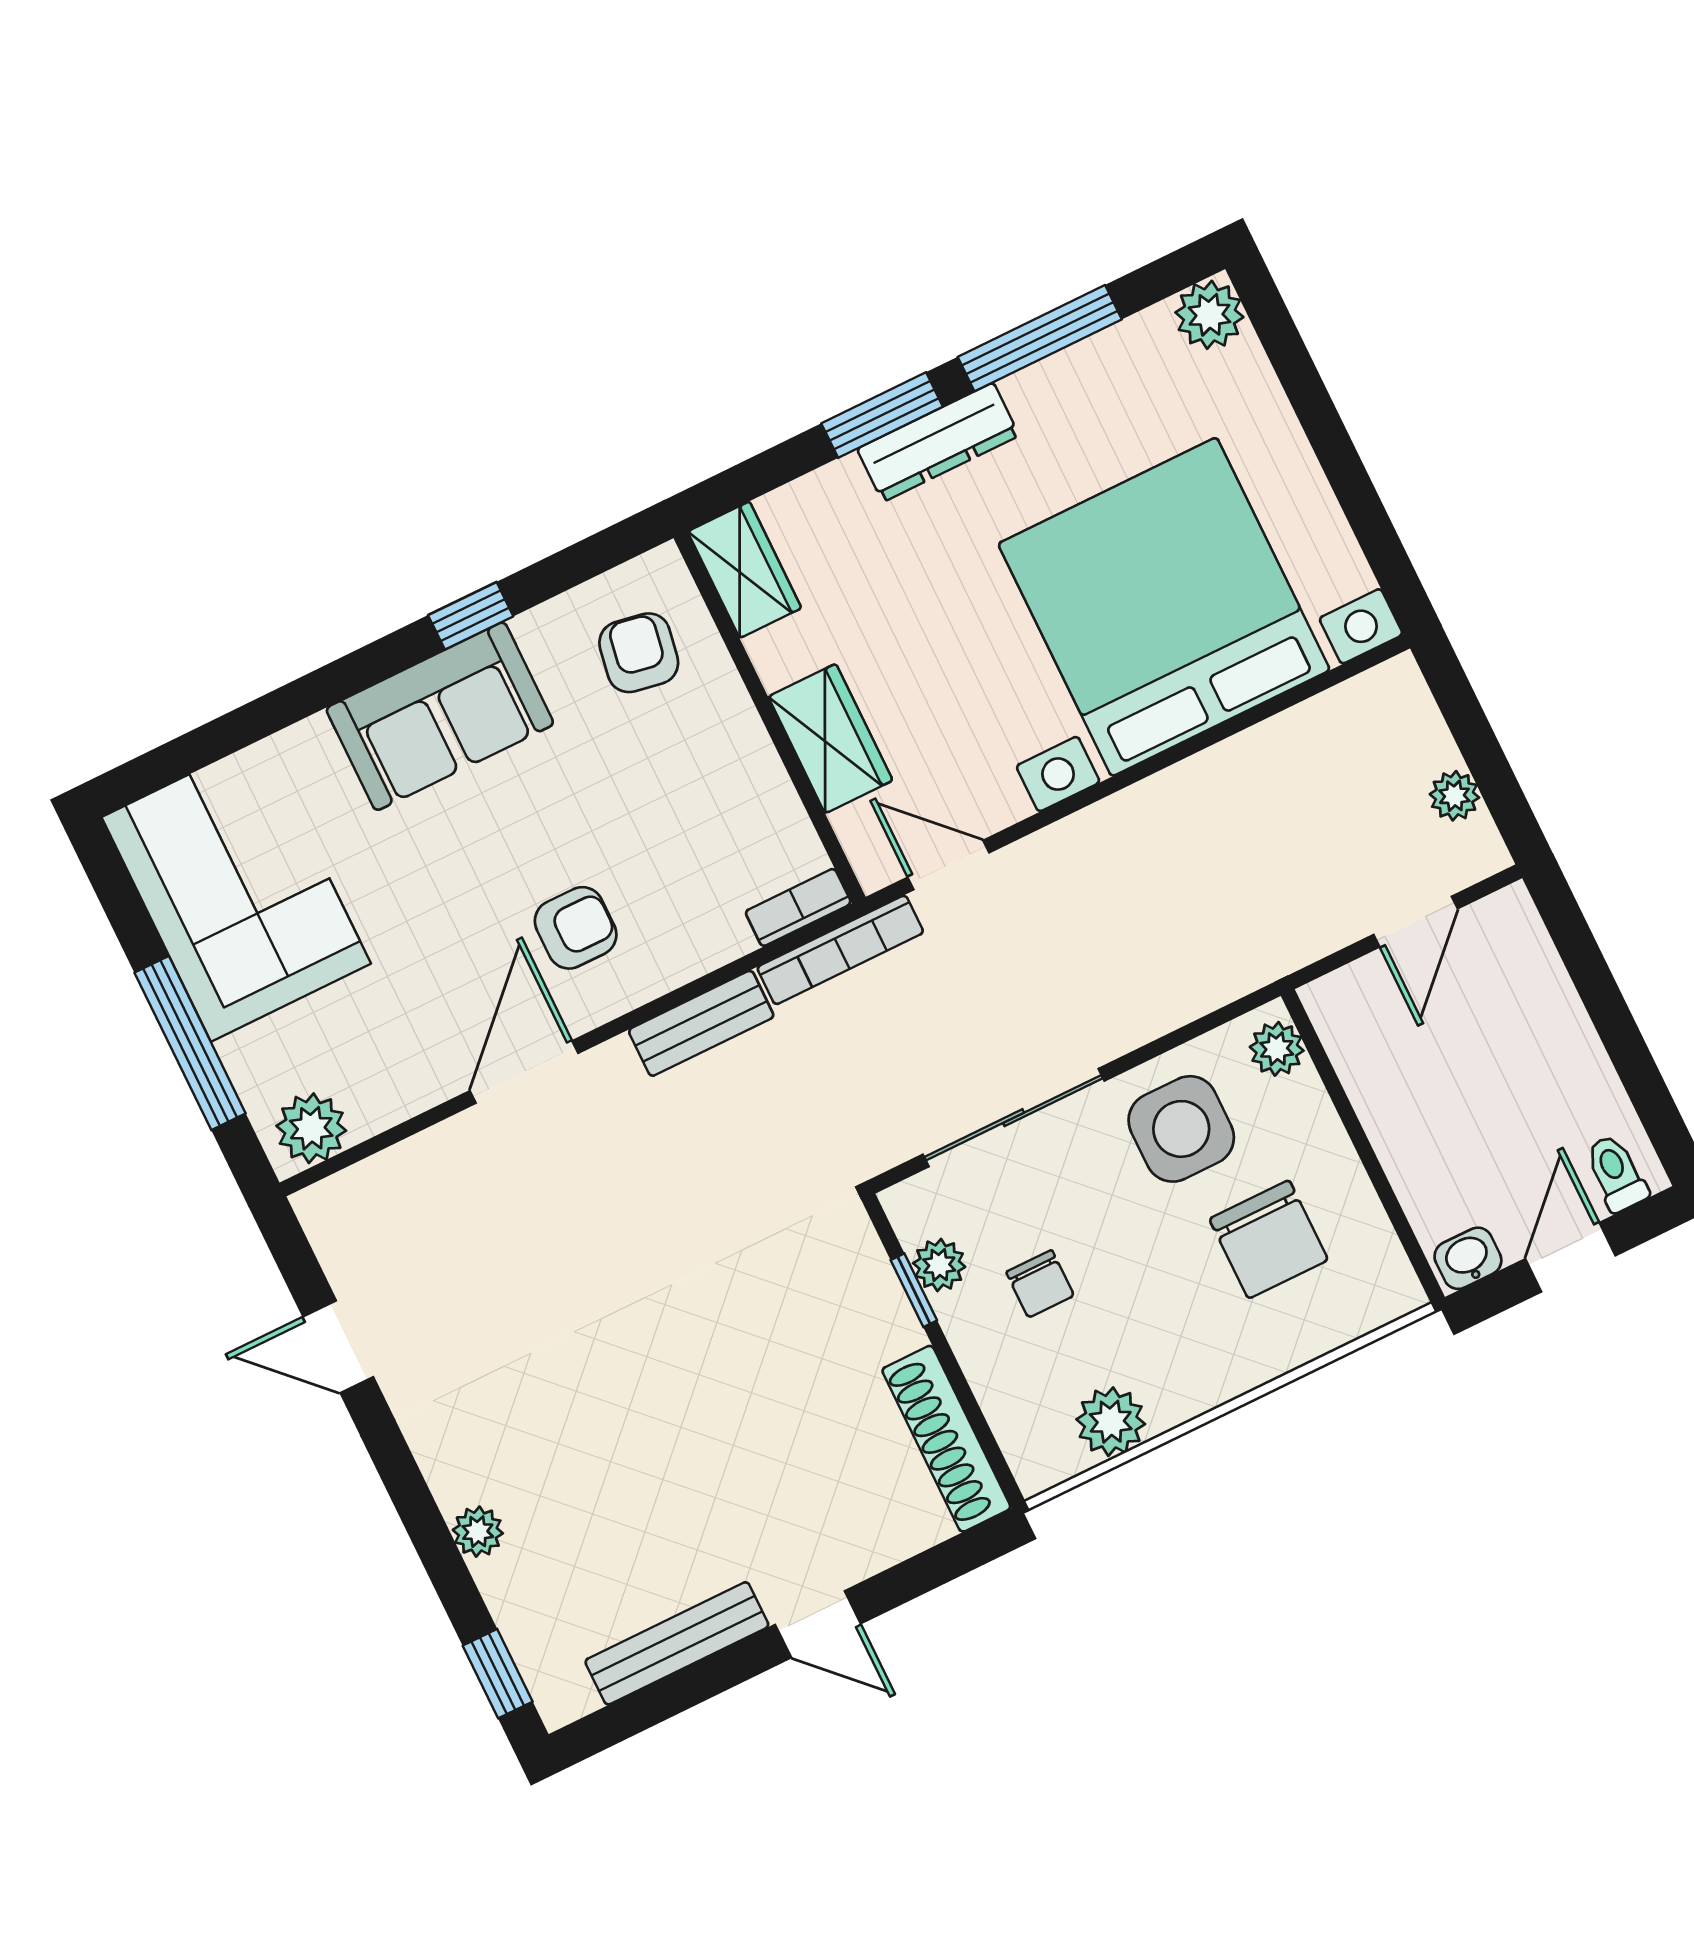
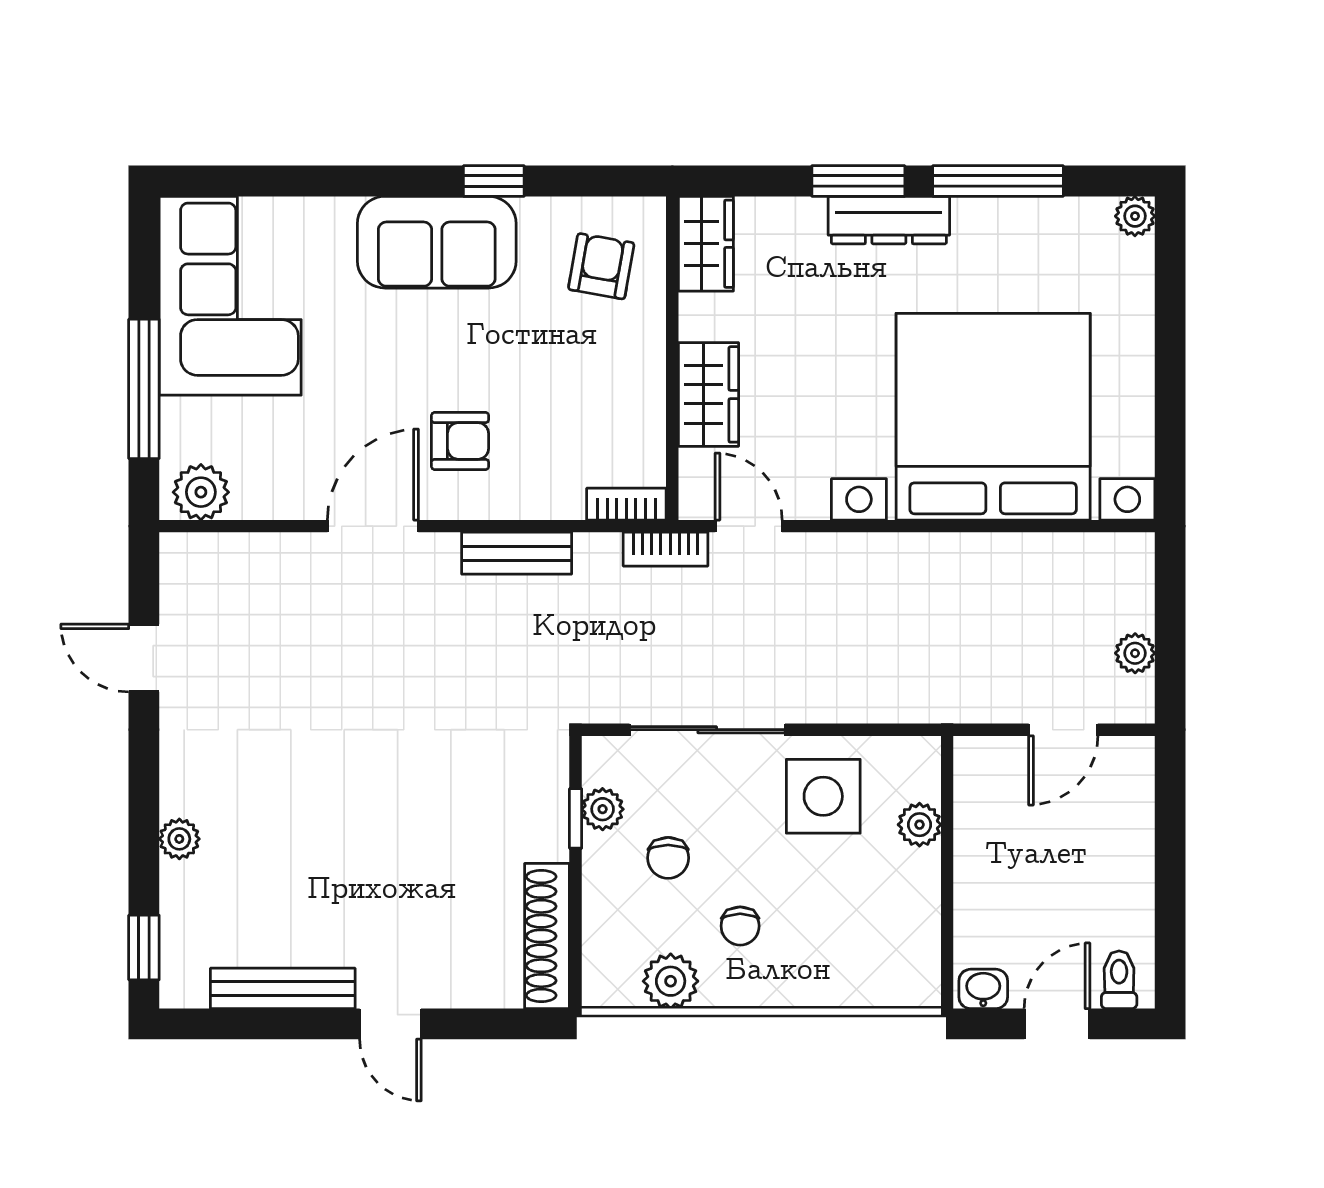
plant: (1209, 315) -> (1135, 216), width x0.73, depth x0.73
bookcase: (840, 950) -> (665, 549), width x0.64
plant: (1277, 1049) -> (920, 825), moved
chair: (1269, 1239) -> (740, 926), moved, width x0.54, depth x0.54

